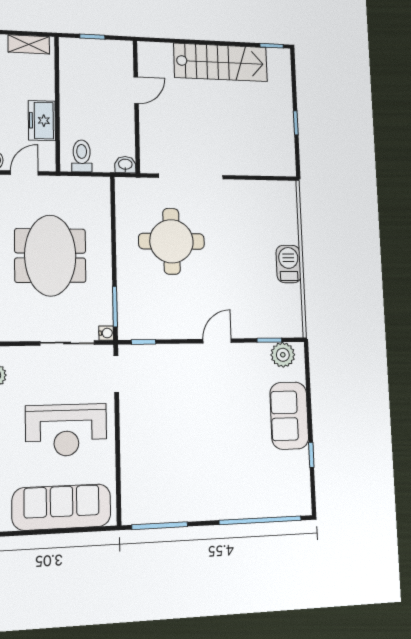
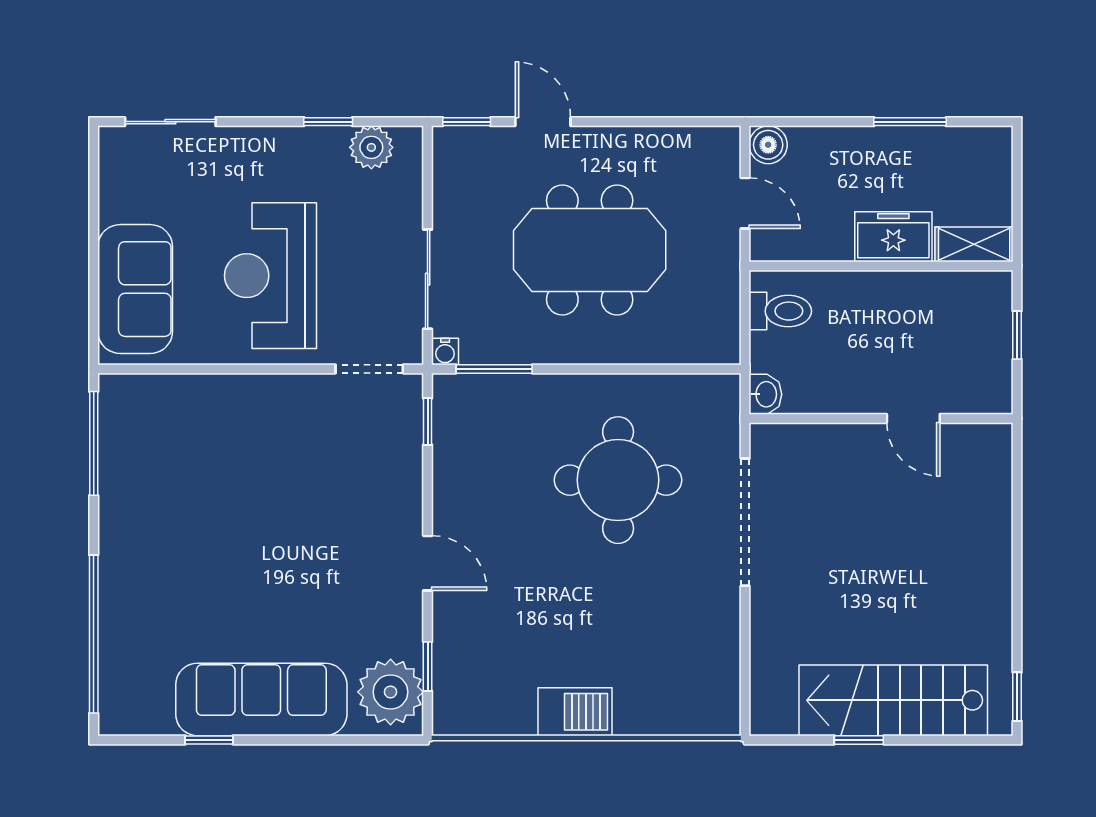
shelving: (29, 44) -> (974, 244), moved, turned 90
stairs: (221, 62) -> (893, 700), moved, turned 90
freezer: (42, 121) -> (893, 237), moved
plant: (283, 355) -> (391, 692), width x1.36, depth x1.36
sofa: (289, 416) -> (261, 699), width x1.36
sofa: (62, 507) -> (135, 289), width x0.73

